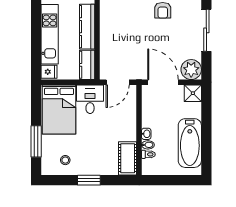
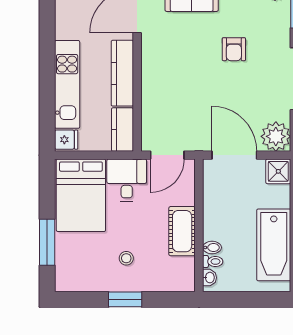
washbasin: (146, 134) -> (209, 278), moved
cot: (128, 158) -> (182, 231), moved
stool: (65, 160) -> (126, 258), moved

